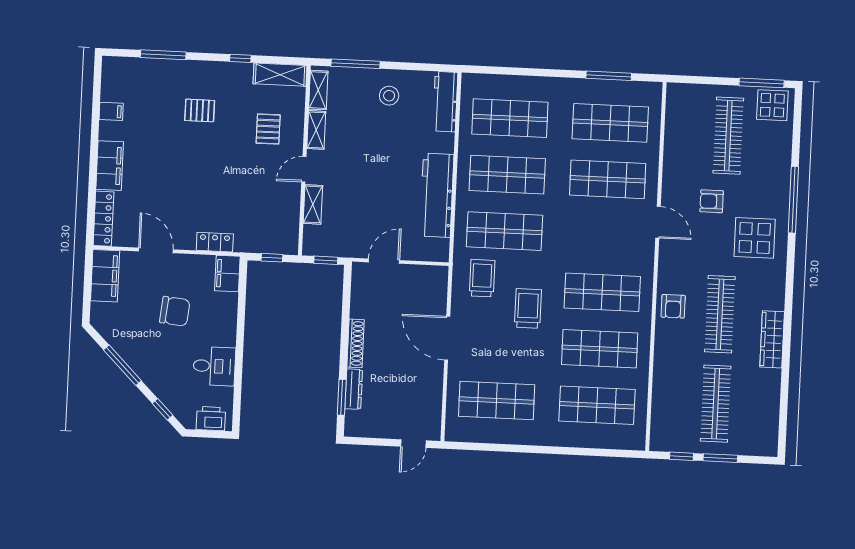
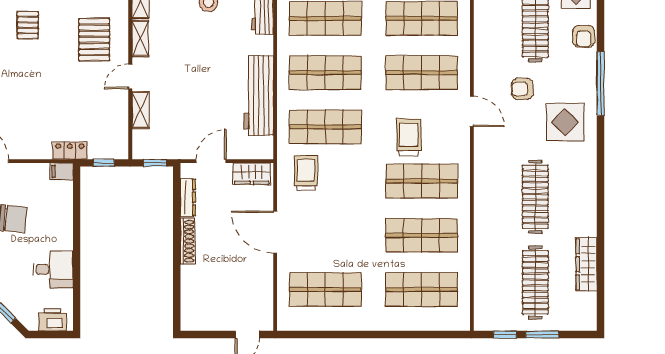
pallet: (200, 110) -> (28, 25), turned 90
pallet: (268, 129) -> (94, 40), width x1.50, depth x1.42
locker: (215, 242) -> (70, 151), moved
filing cabinet: (227, 274) -> (62, 171), width x0.50
wardrobe: (426, 276) -> (252, 174), added
armchair: (673, 306) -> (584, 36), moved
trolley: (528, 308) -> (409, 137), moved
wardrobe: (772, 339) -> (587, 264), moved
dresser: (354, 389) -> (188, 197), moved
window: (342, 397) -> (177, 293), removed

